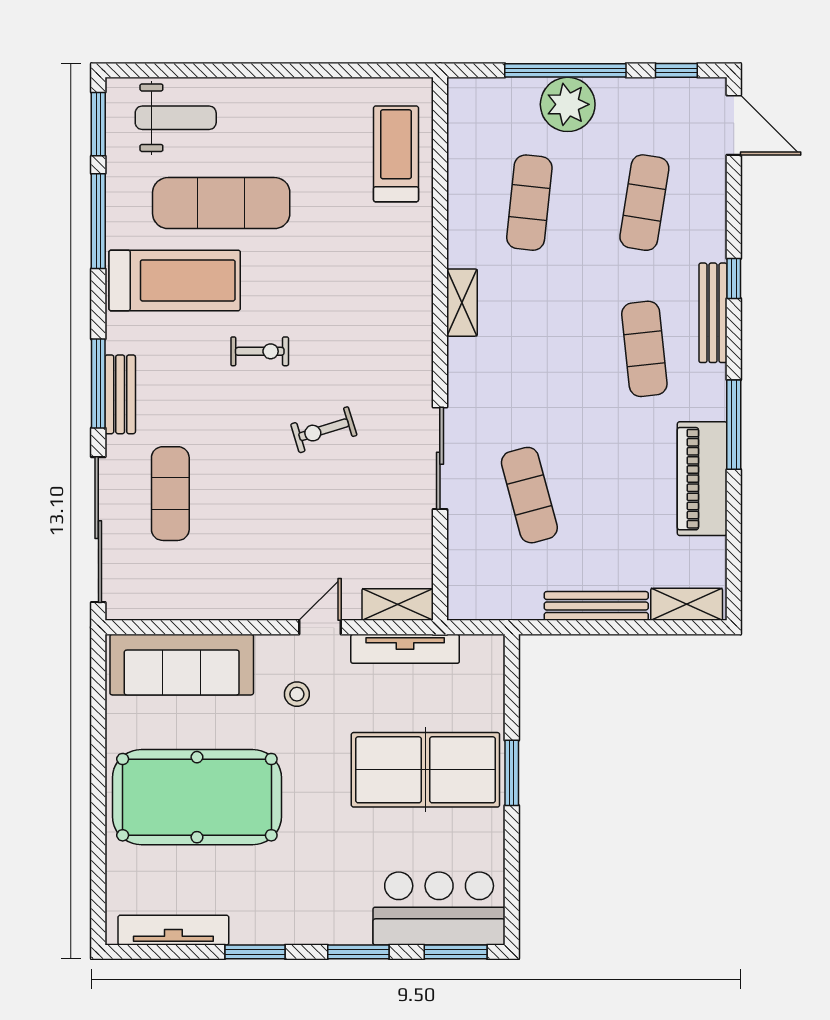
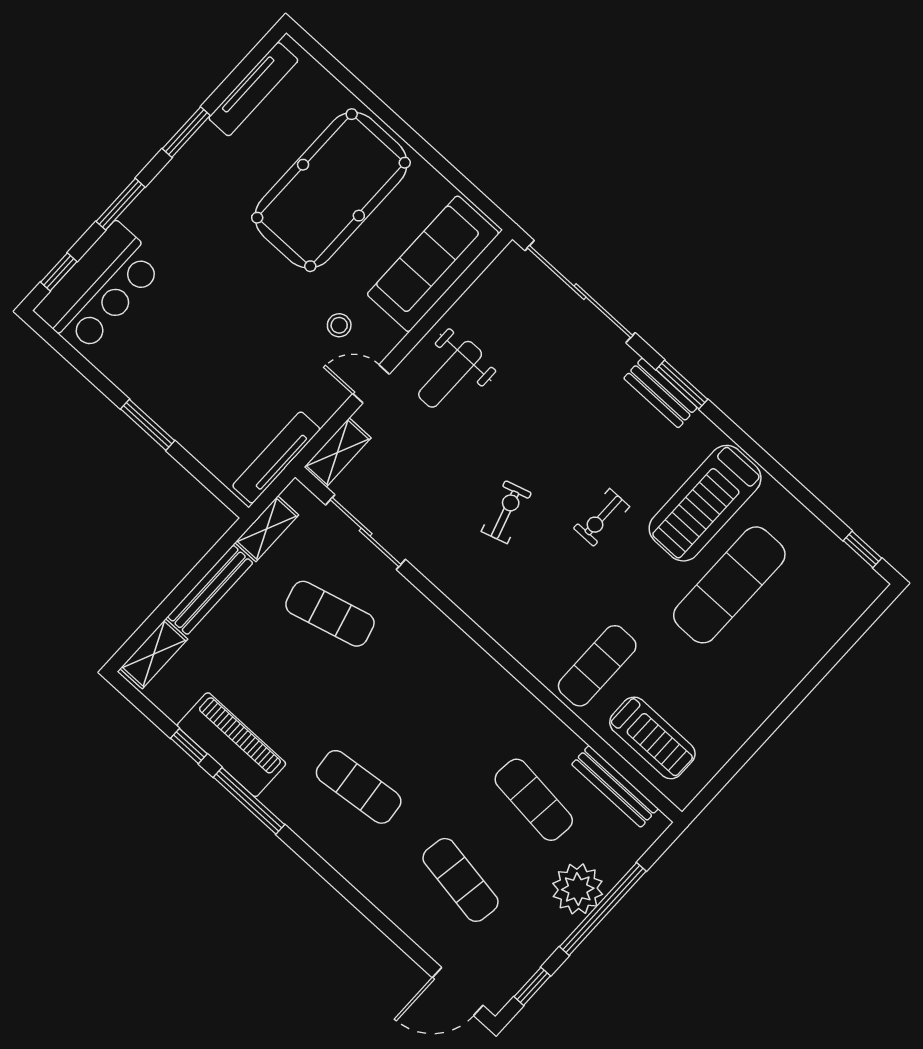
weight bench: (176, 118) -> (450, 374), moved
window: (98, 124) -> (862, 549), width x0.67
window: (98, 221) -> (795, 488), removed
window: (734, 278) -> (189, 746), moved
shelving: (462, 303) -> (267, 529), moved, turned 90
bench: (713, 313) -> (615, 786), moved
window: (98, 384) -> (682, 384), width x0.69
sliding door: (440, 458) -> (366, 532), moved
exercise mat: (170, 494) -> (597, 666), moved, turned 90
door: (320, 627) -> (371, 384), swing flipped
tv unit: (405, 649) -> (276, 458), moved
table tennis table: (425, 770) -> (205, 367), removed
window: (456, 952) -> (59, 272), width x0.67

